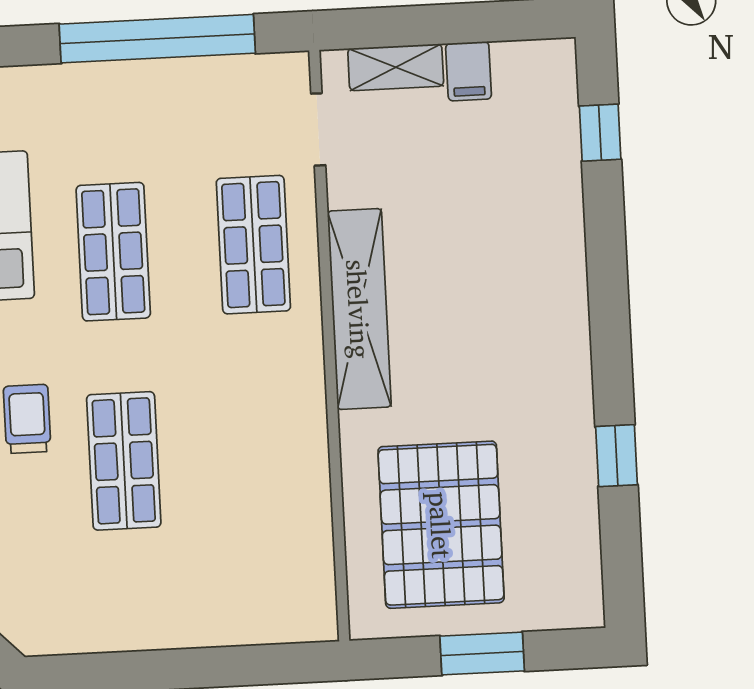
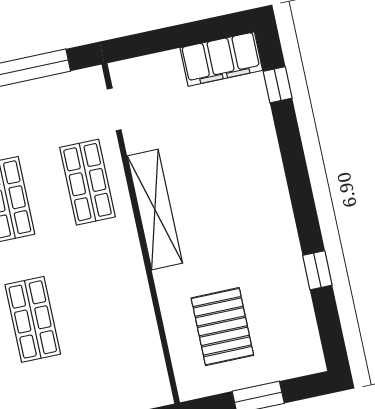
shelving: (396, 67) -> (153, 66), removed
filing cabinet: (469, 71) -> (221, 59), width x3.00, depth x1.17
pallet: (441, 525) -> (222, 327), width x0.73, depth x0.71

